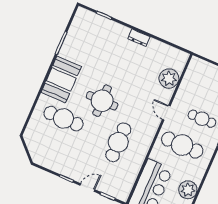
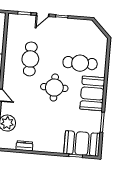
booth: (92, 27) -> (82, 144), added
dresser: (139, 38) -> (24, 146), moved

